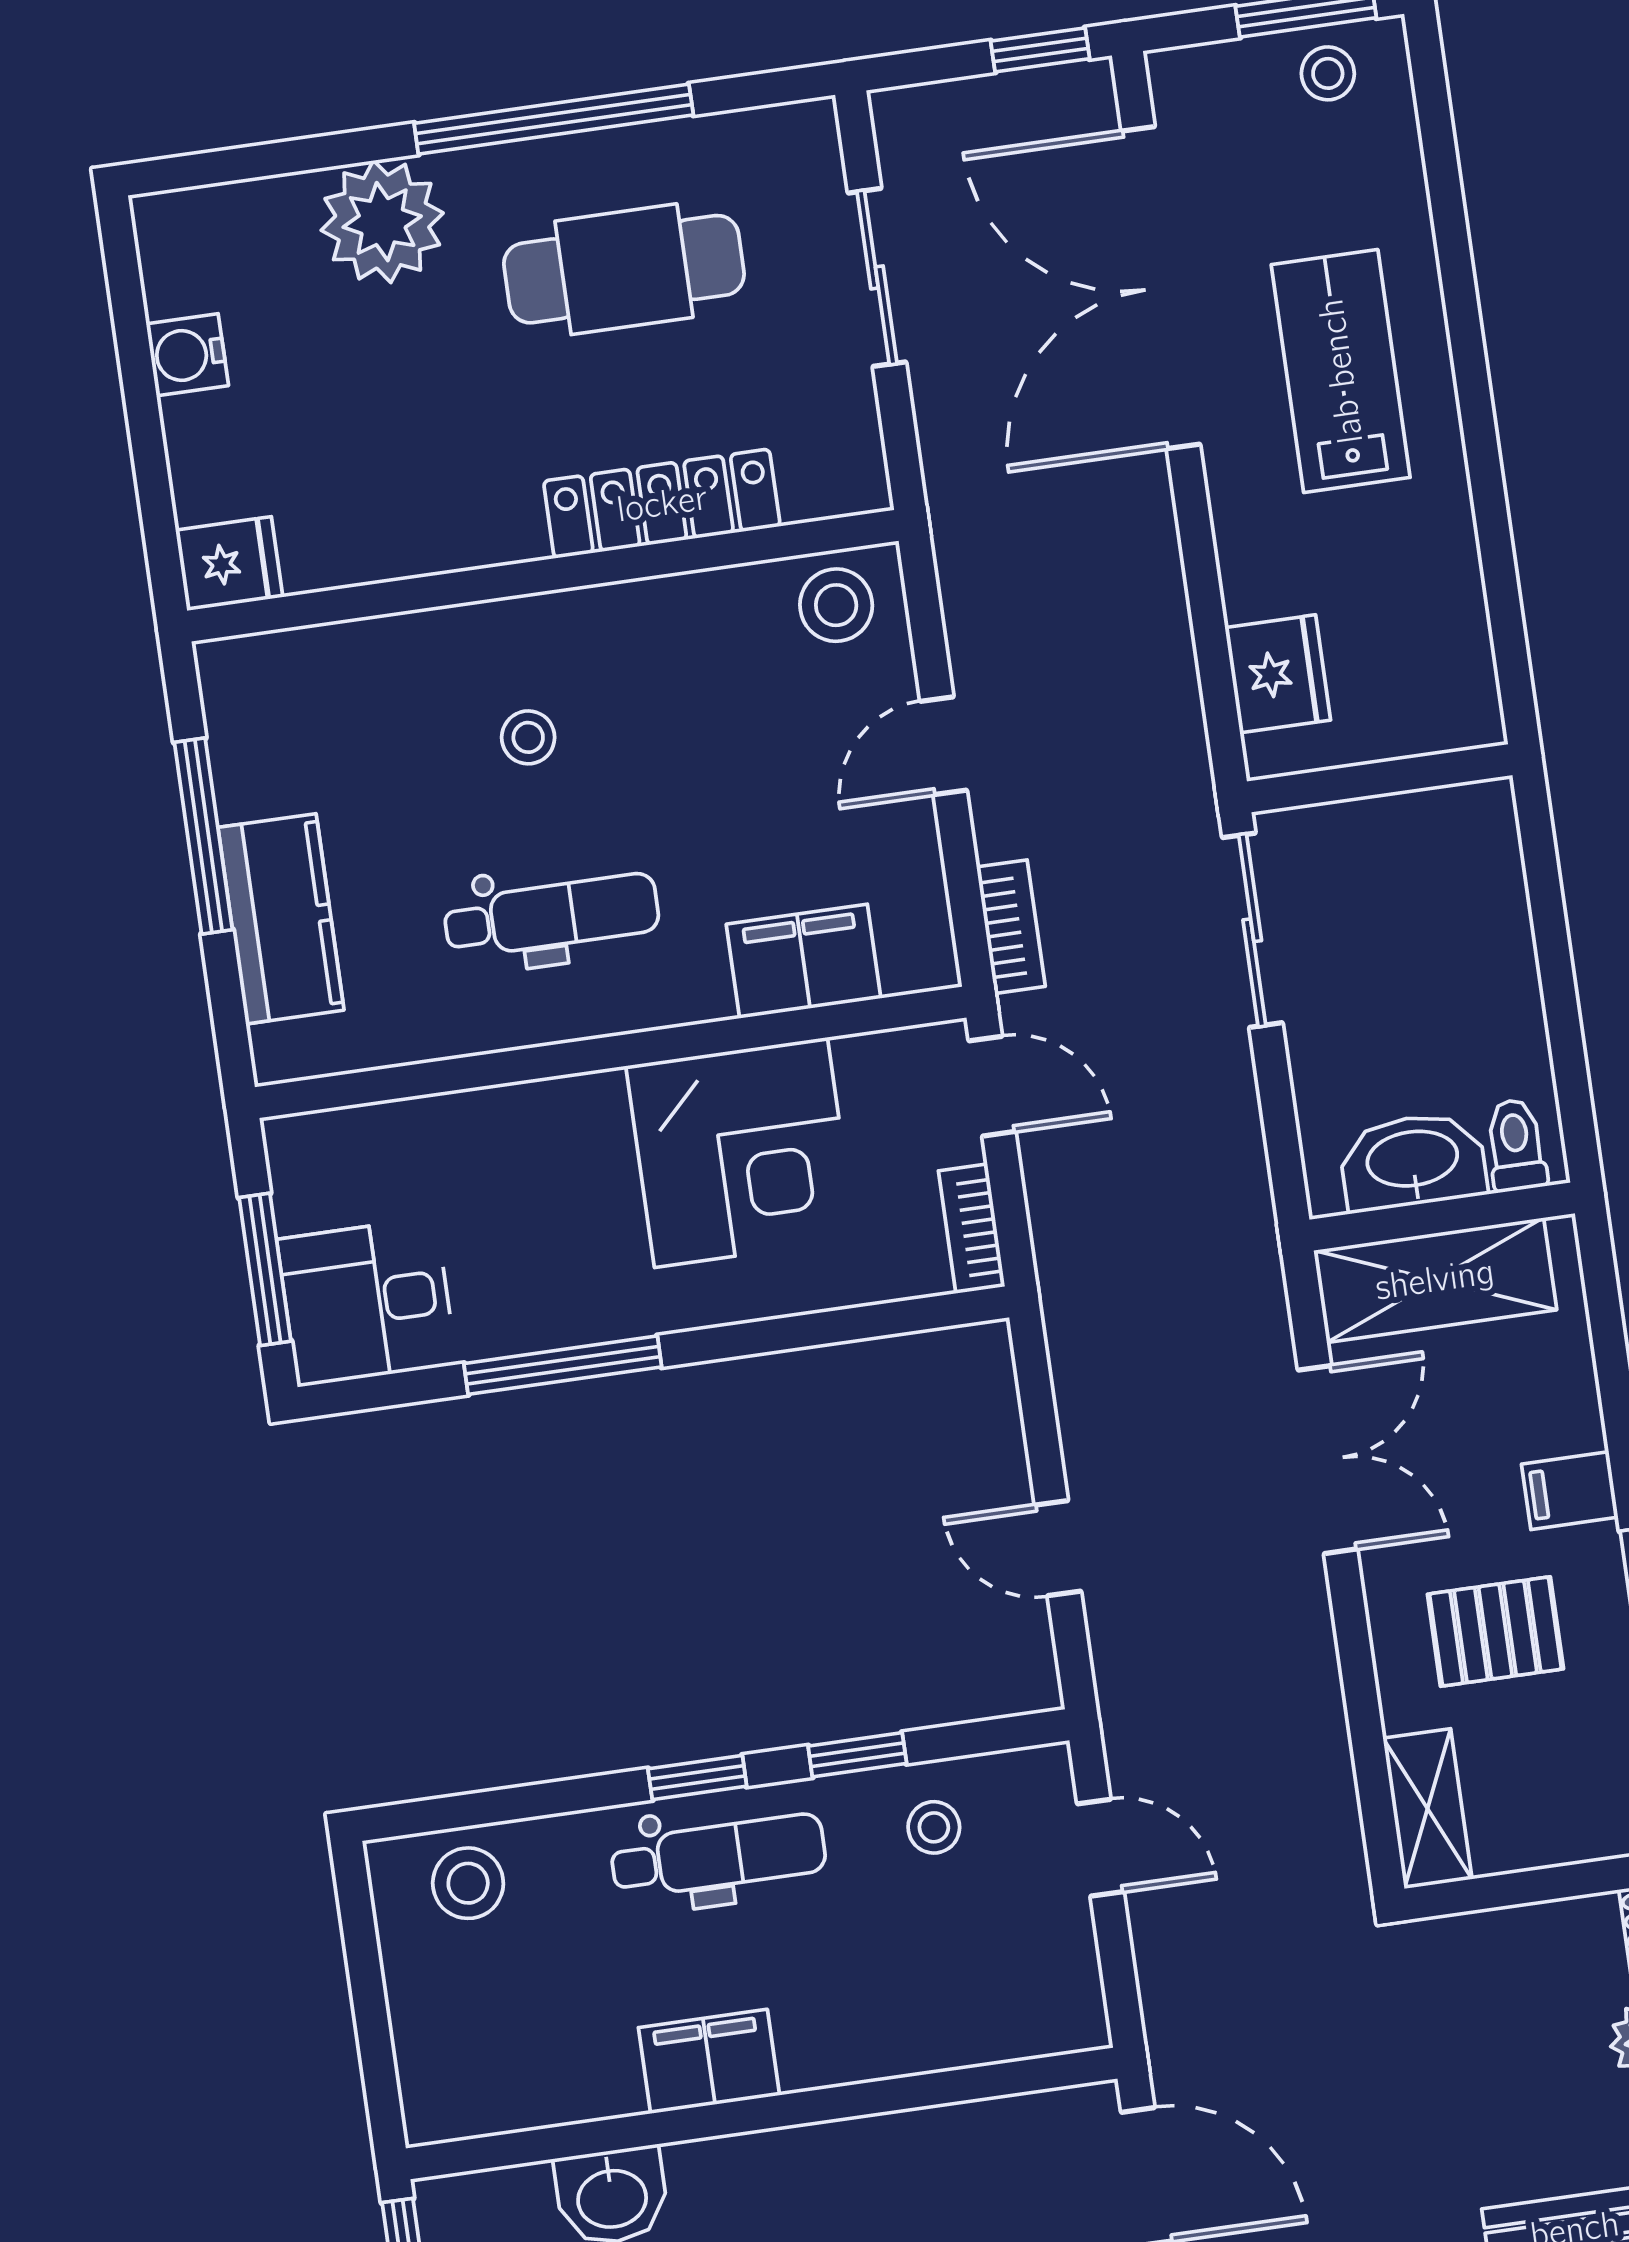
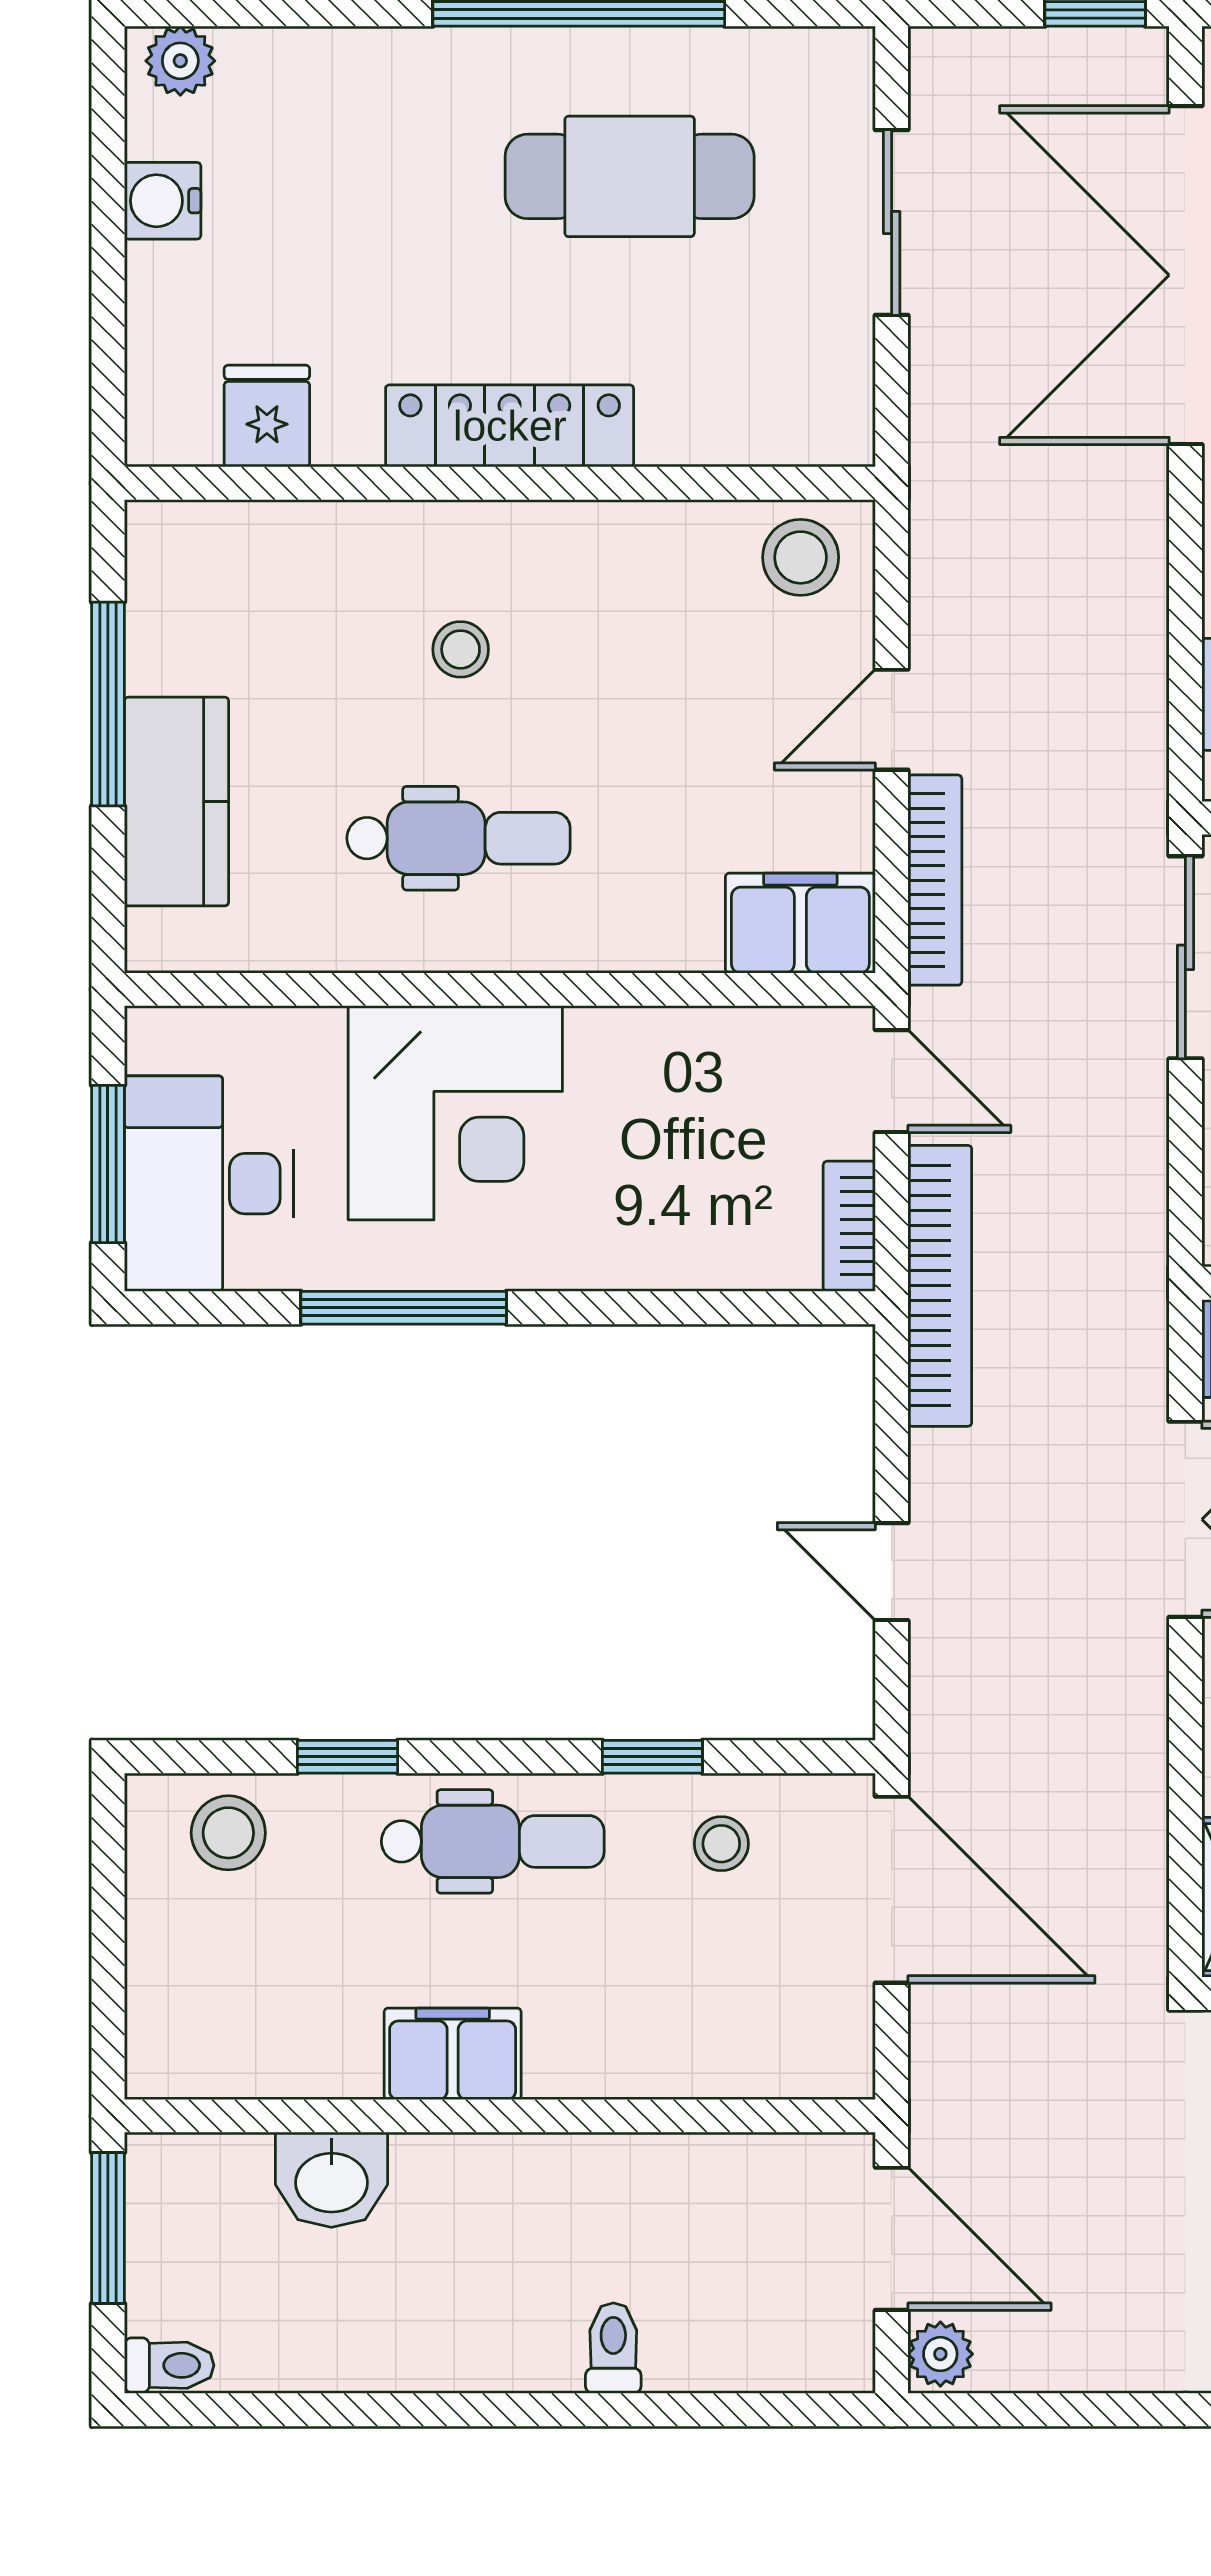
plant: (382, 222) -> (180, 61), moved, width x0.53, depth x0.53
locker: (662, 504) -> (510, 426), moved
fridge: (229, 564) -> (267, 416), moved, turned -90
bookcase: (1011, 927) -> (935, 880), width x1.56
filing cabinet: (803, 961) -> (800, 923), moved
corner desk: (741, 1152) -> (455, 1113), moved
bookcase: (1065, 1273) -> (940, 1286), added
desk: (367, 1302) -> (209, 1184), width x1.37
window: (697, 1777) -> (348, 1757), moved
door: (1100, 1848) -> (892, 1890), width x1.88

